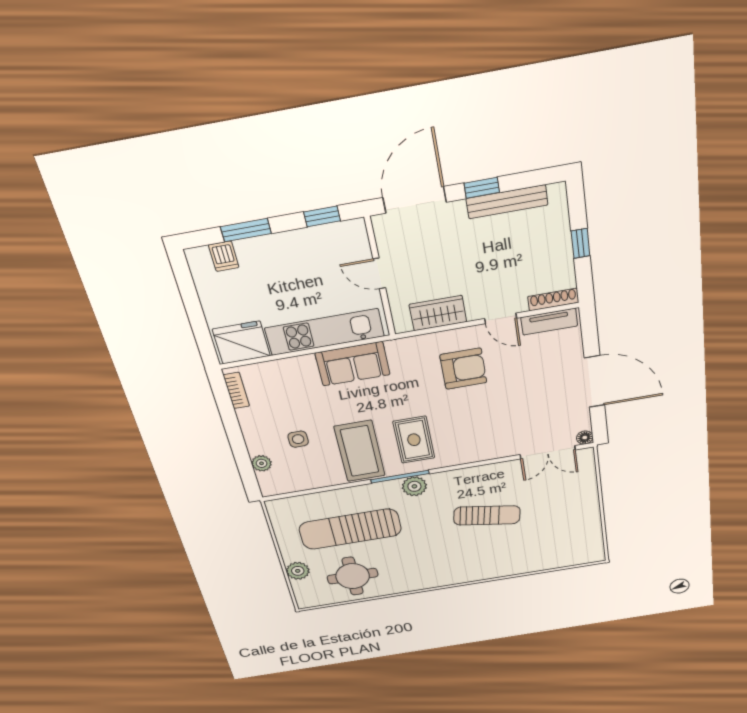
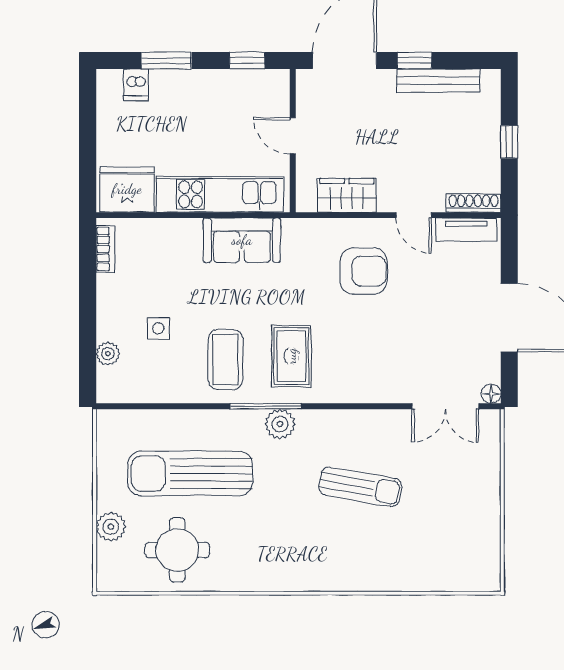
coffee table: (360, 451) -> (225, 360), width x0.73, depth x0.76

